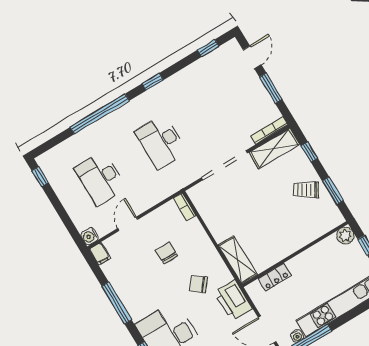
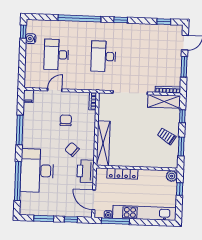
water cooler: (90, 236) -> (31, 39), moved
shelving: (238, 260) -> (103, 143), width x1.47
locker: (275, 277) -> (122, 174), width x1.53

